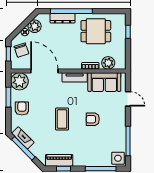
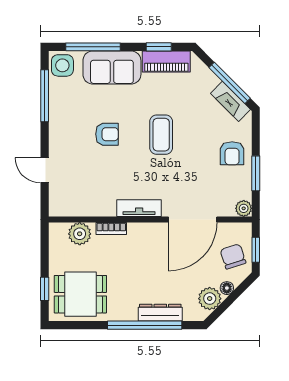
dining table: (96, 31) -> (80, 294), moved
door: (44, 71) -> (193, 220), hinge flipped
plant: (19, 81) -> (244, 208), width x0.53, depth x0.53
sofa: (104, 82) -> (112, 68), moved, turned 180

